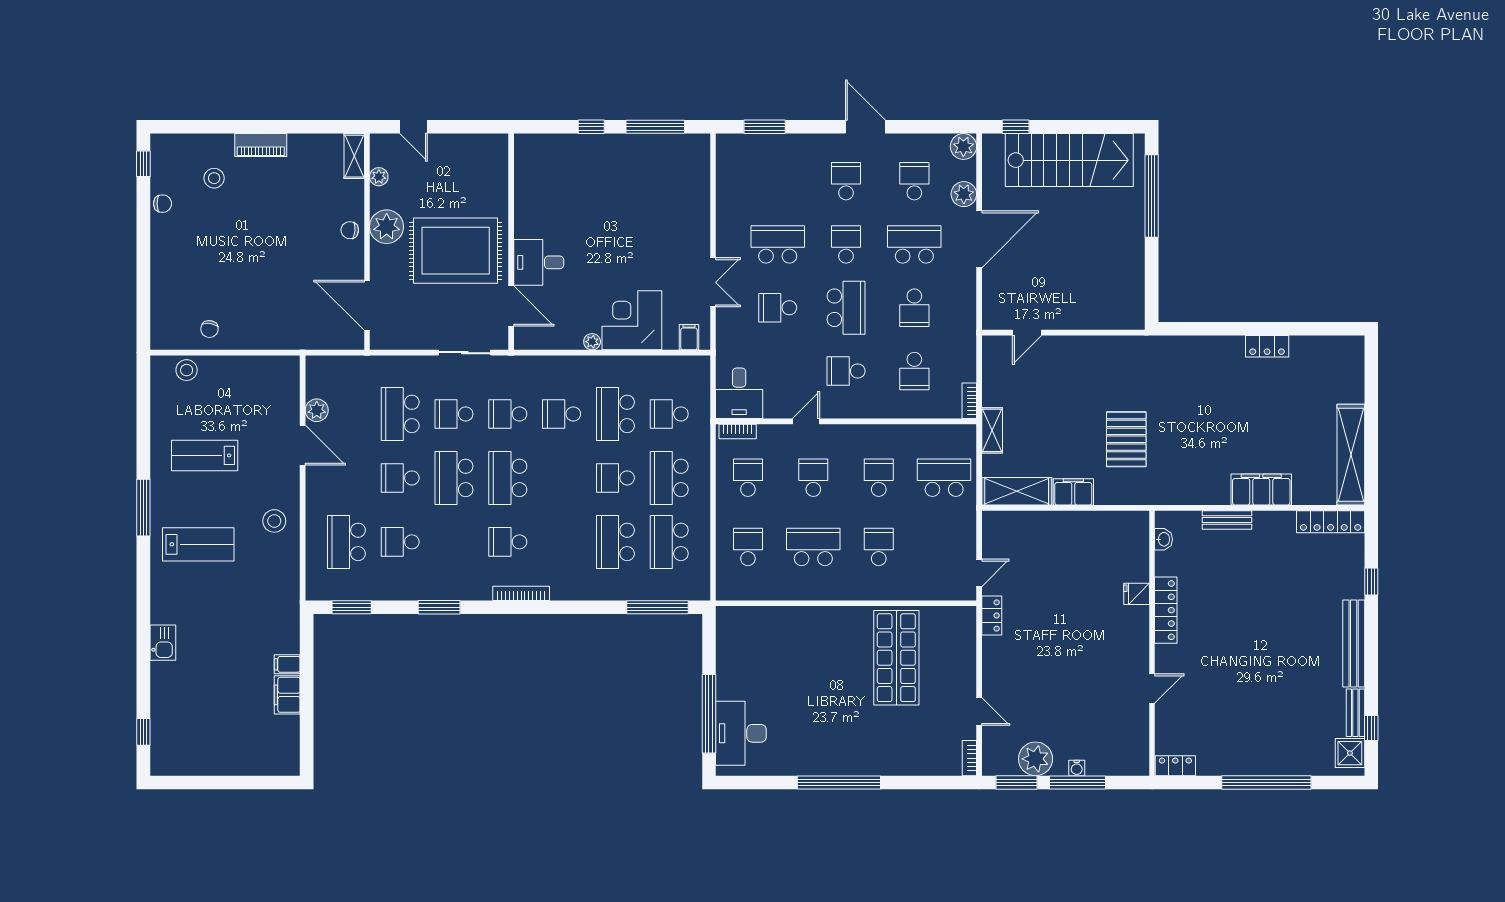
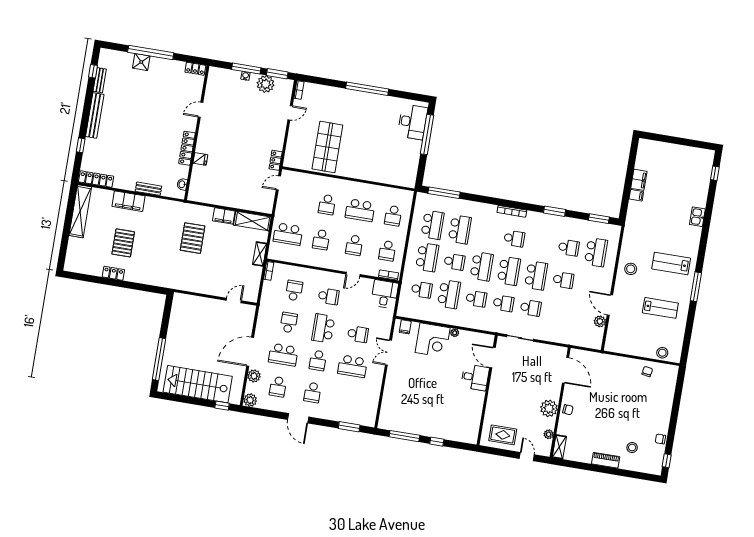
rug: (456, 251) -> (503, 435), moved, width x0.54, depth x0.49
pallet: (1258, 408) -> (123, 243), added
school desk: (400, 414) -> (482, 266), moved
door: (979, 711) -> (290, 113), swing flipped
shower: (1350, 753) -> (141, 62), moved

